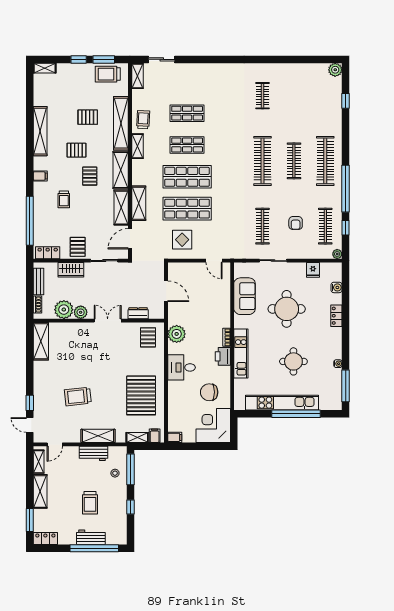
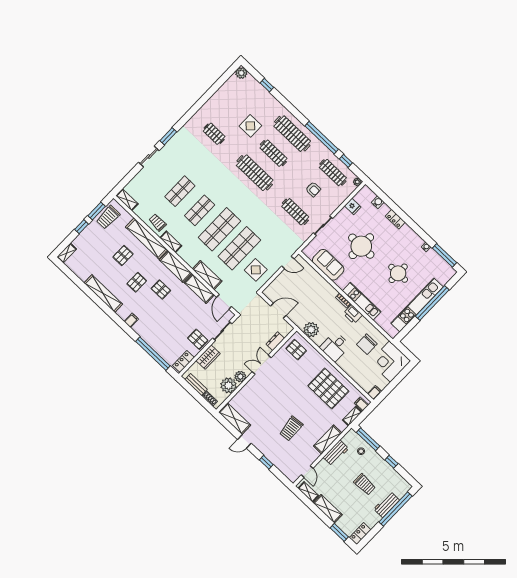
sliding door: (162, 59) -> (149, 156), moved
window: (224, 59) -> (168, 136), added
display table: (298, 120) -> (250, 126), added
trolley: (64, 199) -> (160, 320), removed
door: (30, 425) -> (244, 441), moved

